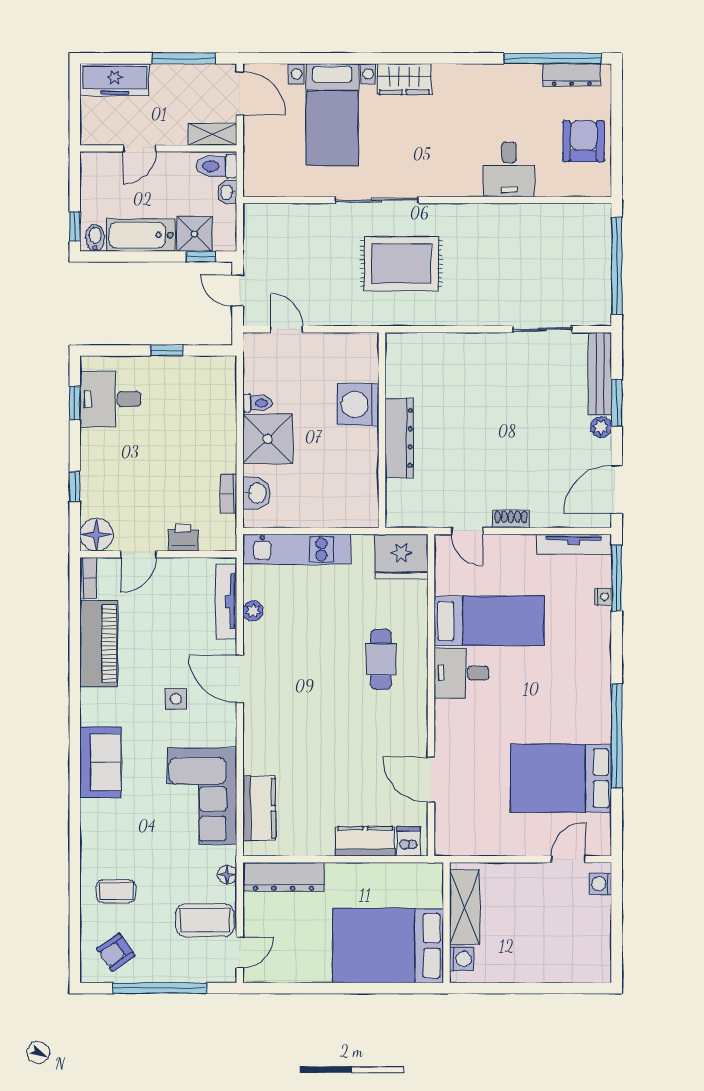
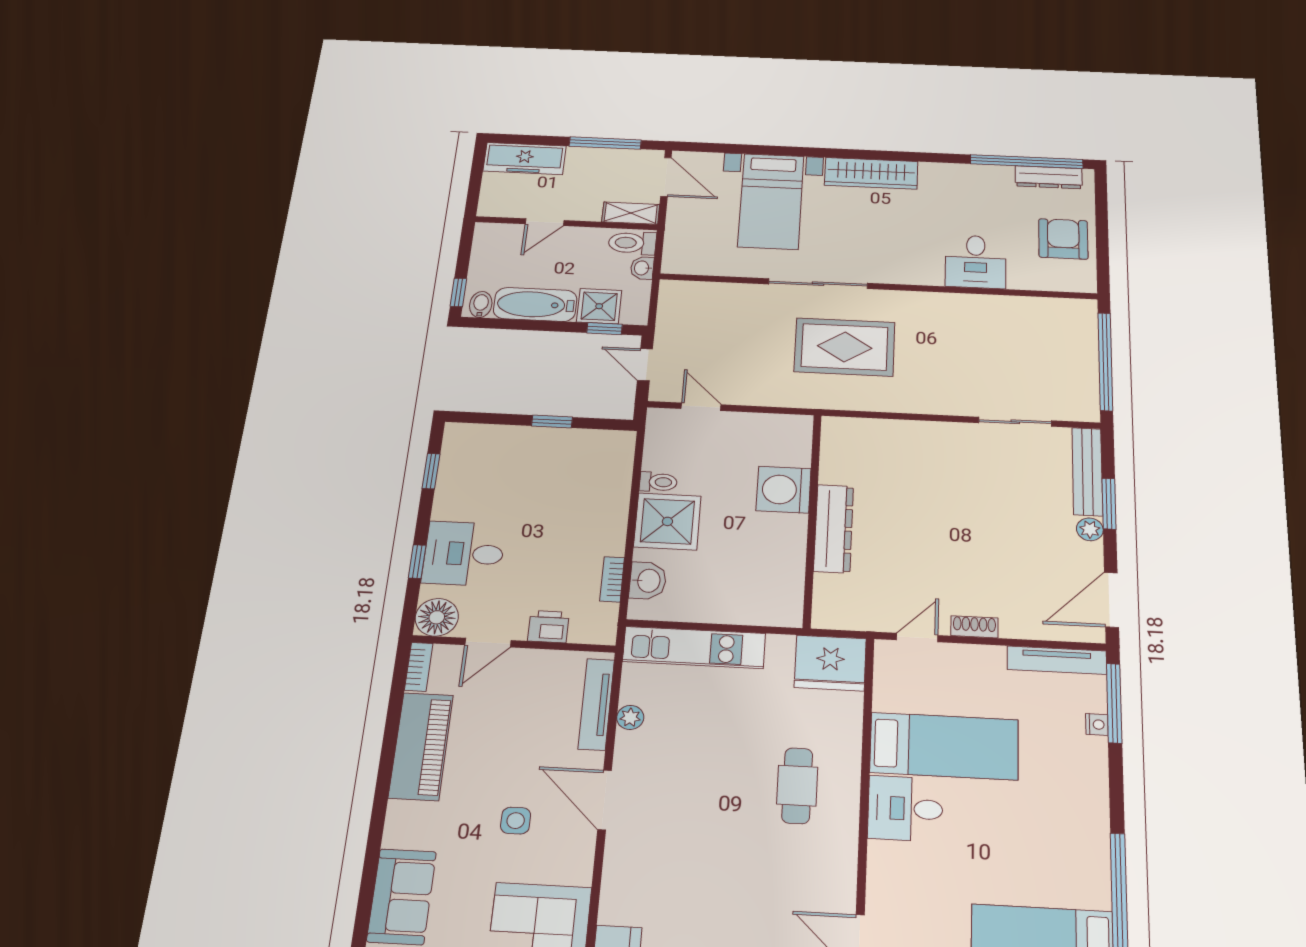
wardrobe: (404, 79) -> (871, 173), width x1.50
desk: (110, 399) -> (464, 554), moved
door: (467, 531) -> (917, 638), swing flipped

